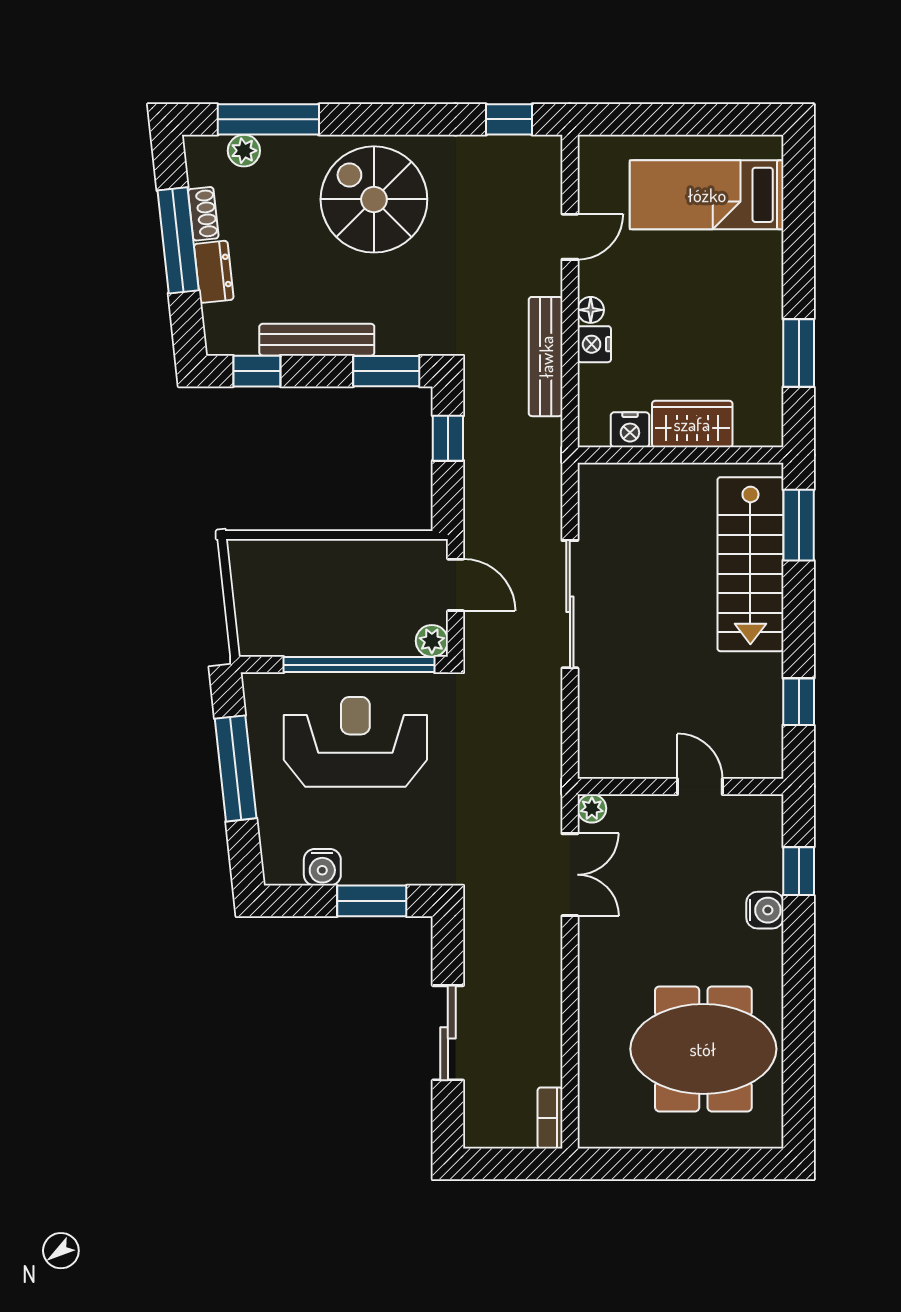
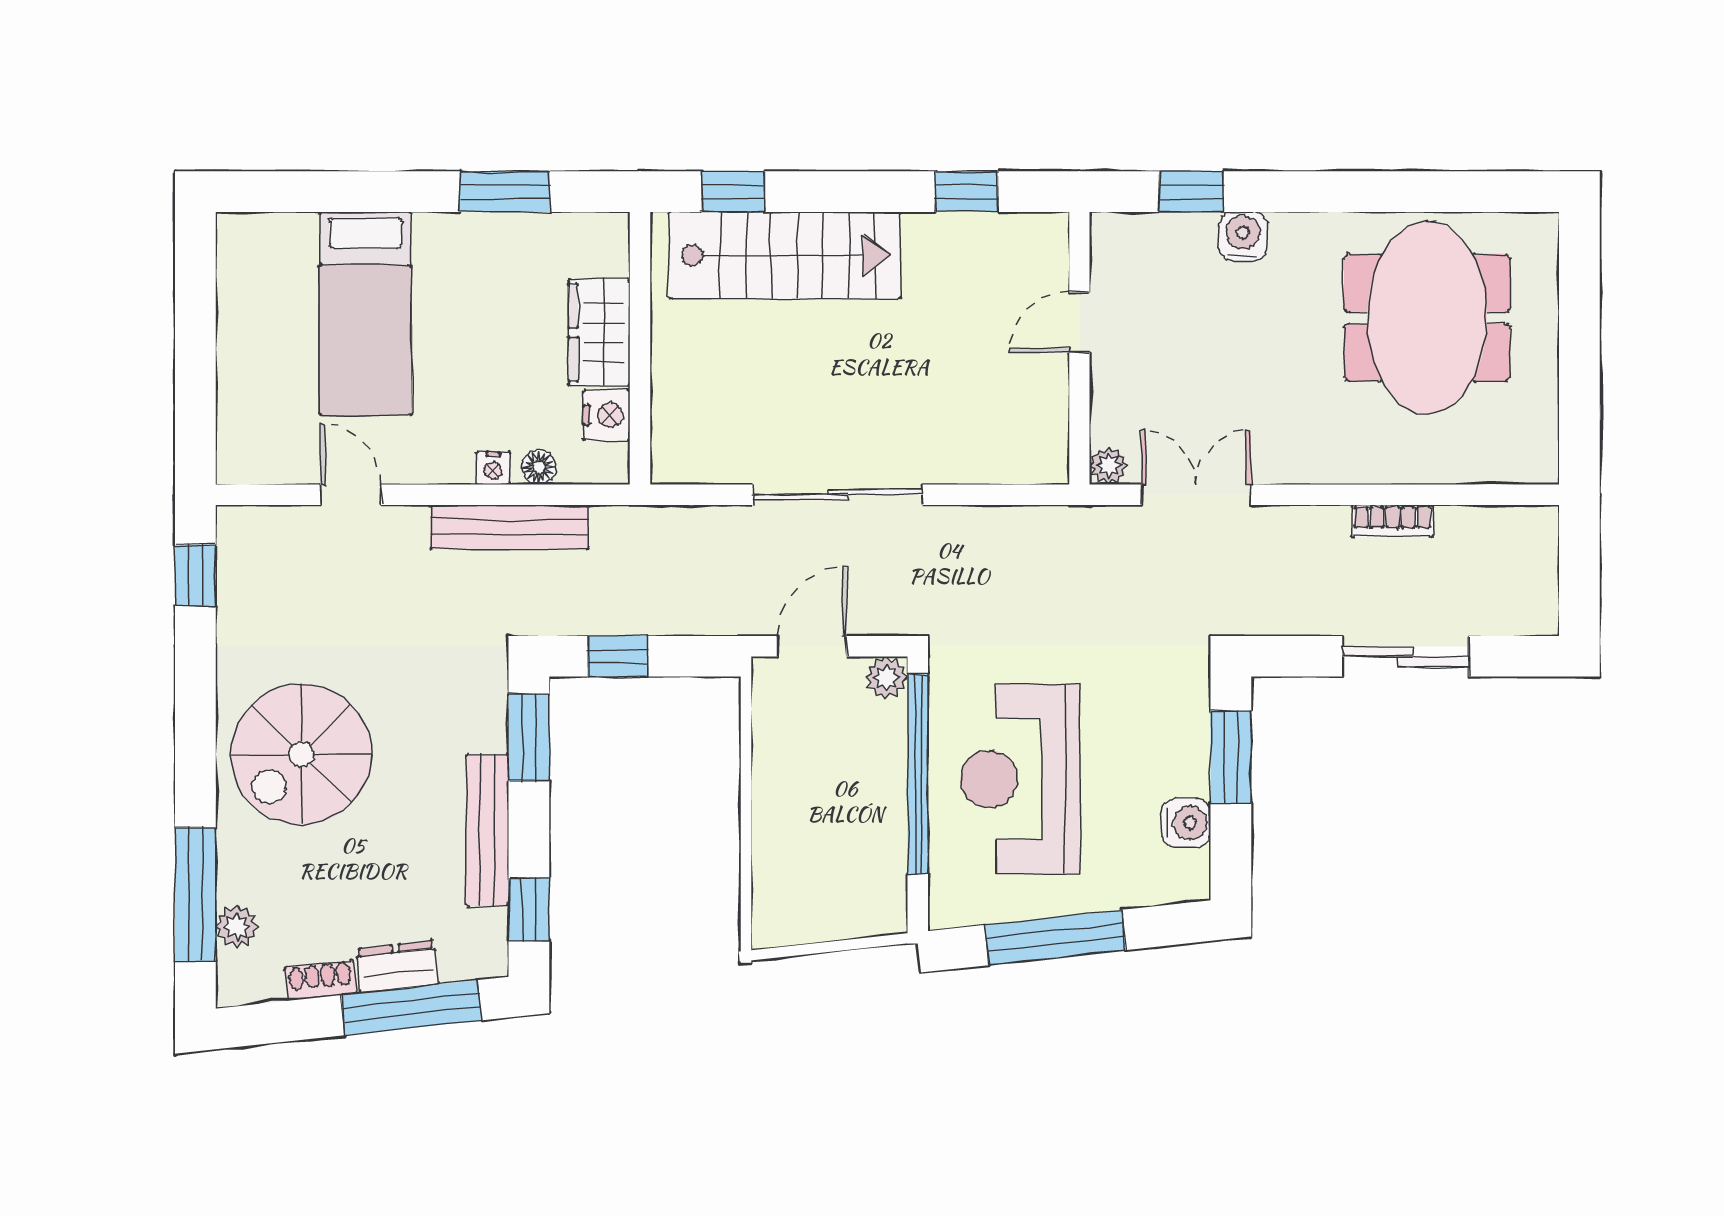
bed: (707, 195) -> (365, 314), moved
window: (178, 240) -> (411, 1008), moved
floor lamp: (591, 310) -> (539, 467), moved
nightstand: (594, 344) -> (493, 468), width x0.72, depth x0.74
window: (799, 525) -> (733, 192), width x0.67
bookcase: (550, 1118) -> (1392, 521), moved

